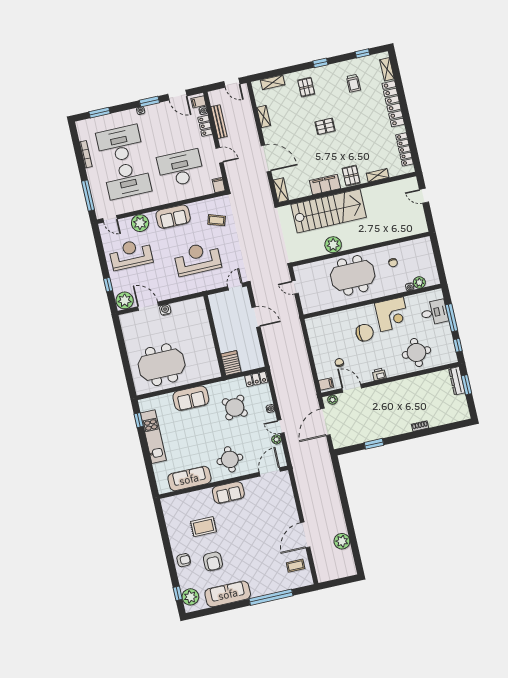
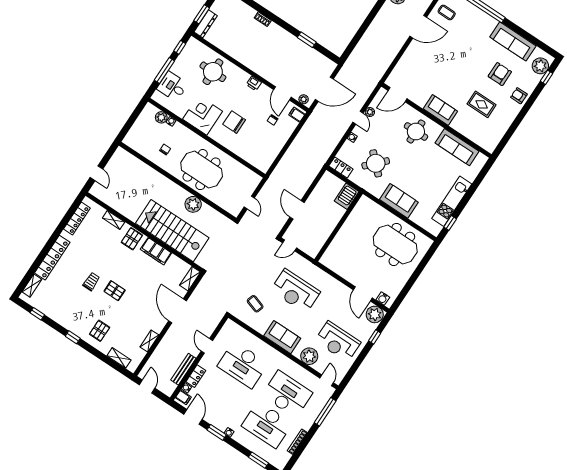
trolley: (353, 83) -> (91, 282), moved
filing cabinet: (219, 185) -> (229, 326), removed
water cooler: (165, 310) -> (383, 298), moved

